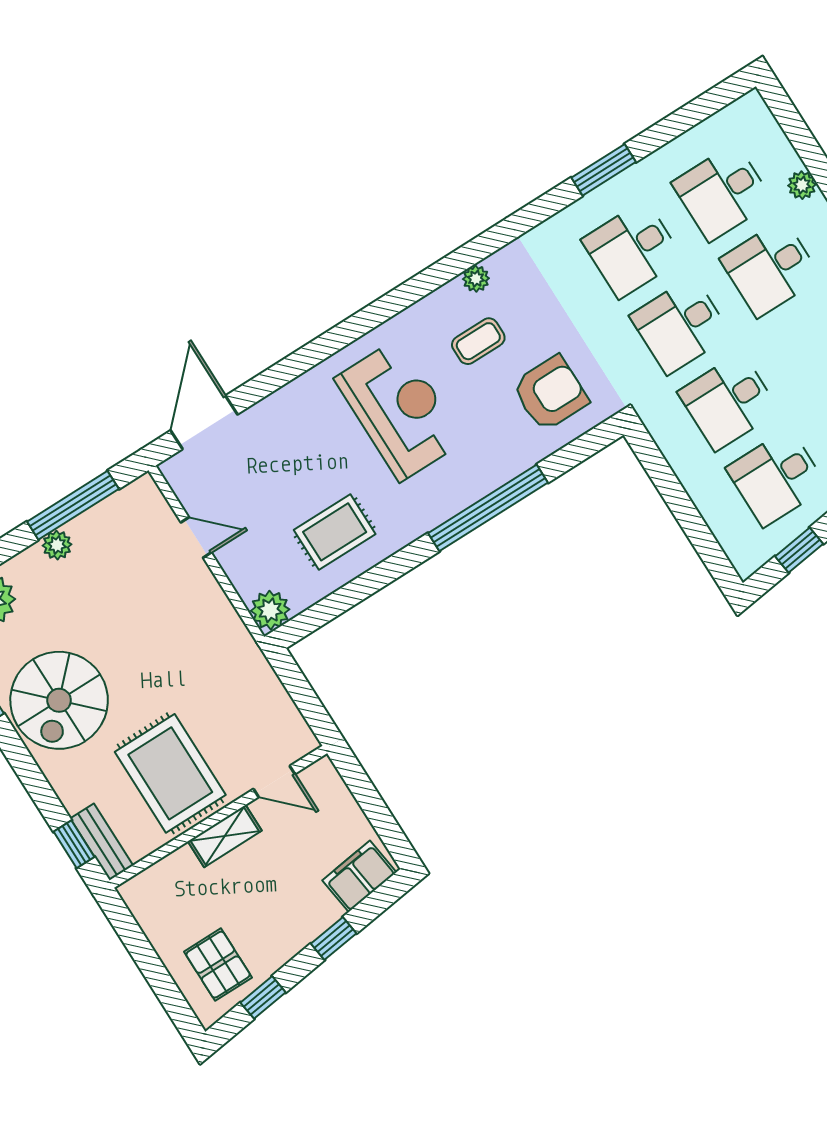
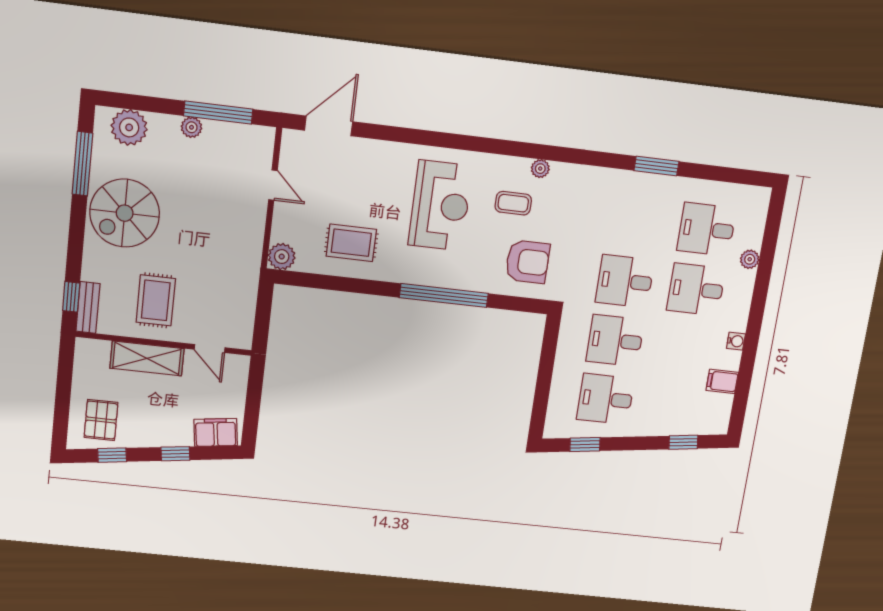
desk: (632, 249) -> (635, 221), removed
rug: (170, 773) -> (156, 300), width x0.73, depth x0.70
shelving: (225, 836) -> (147, 358), width x1.50, depth x1.33

